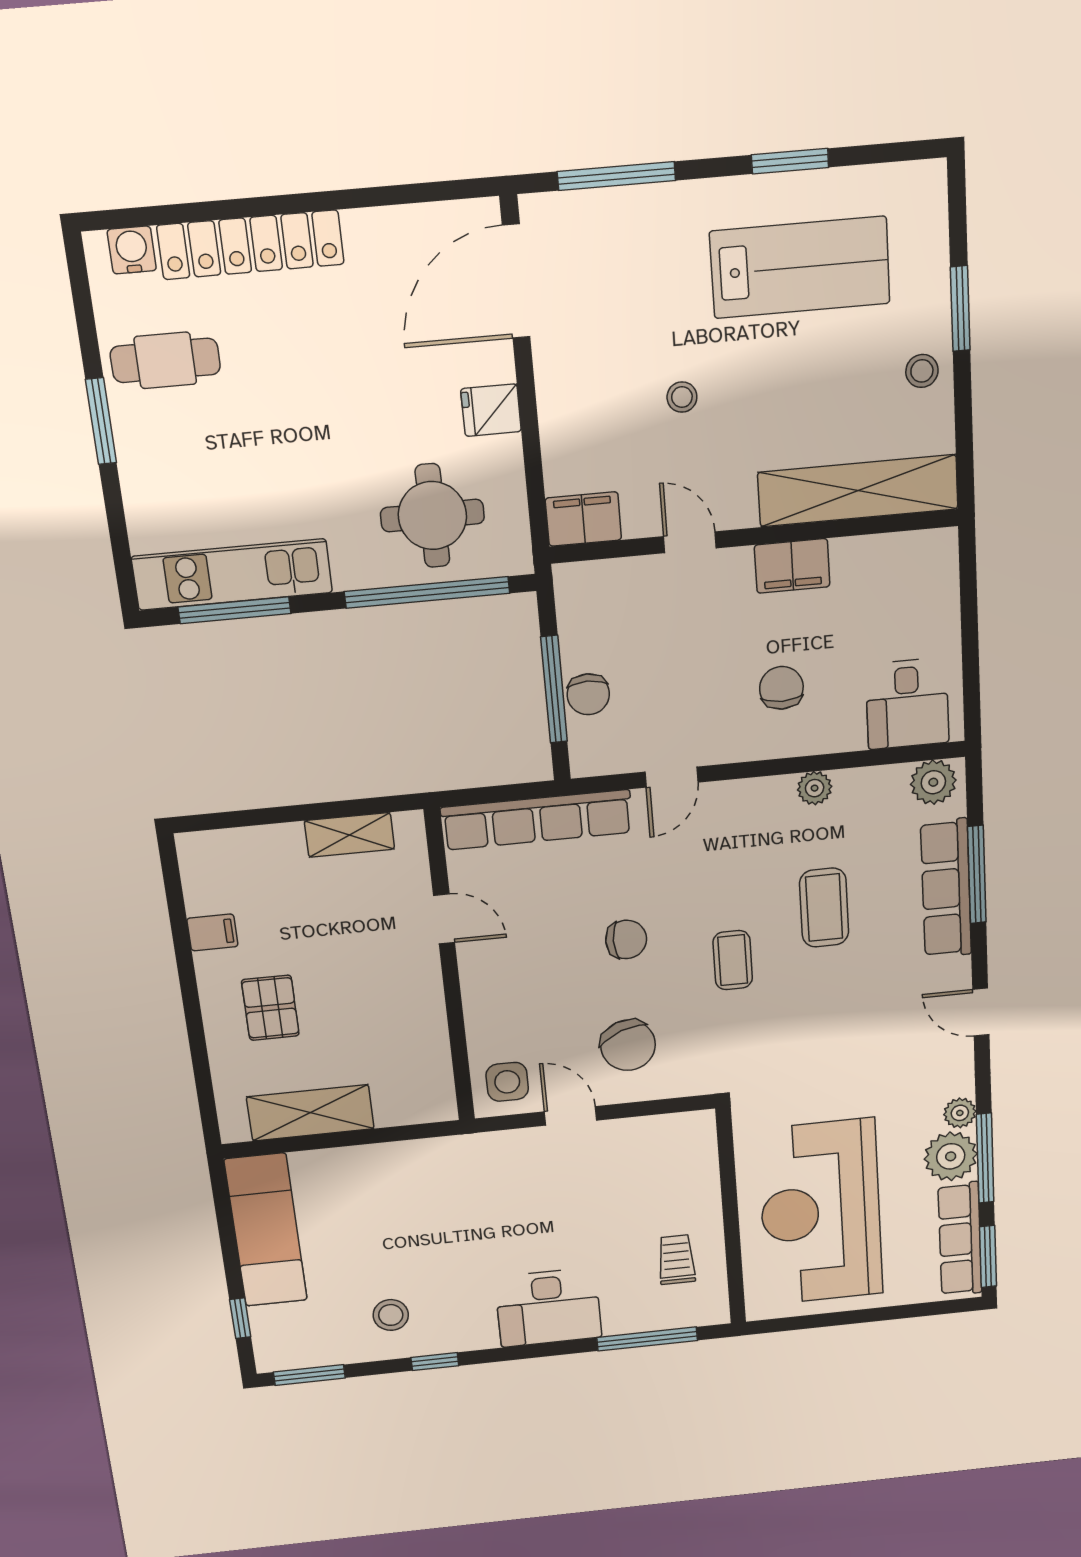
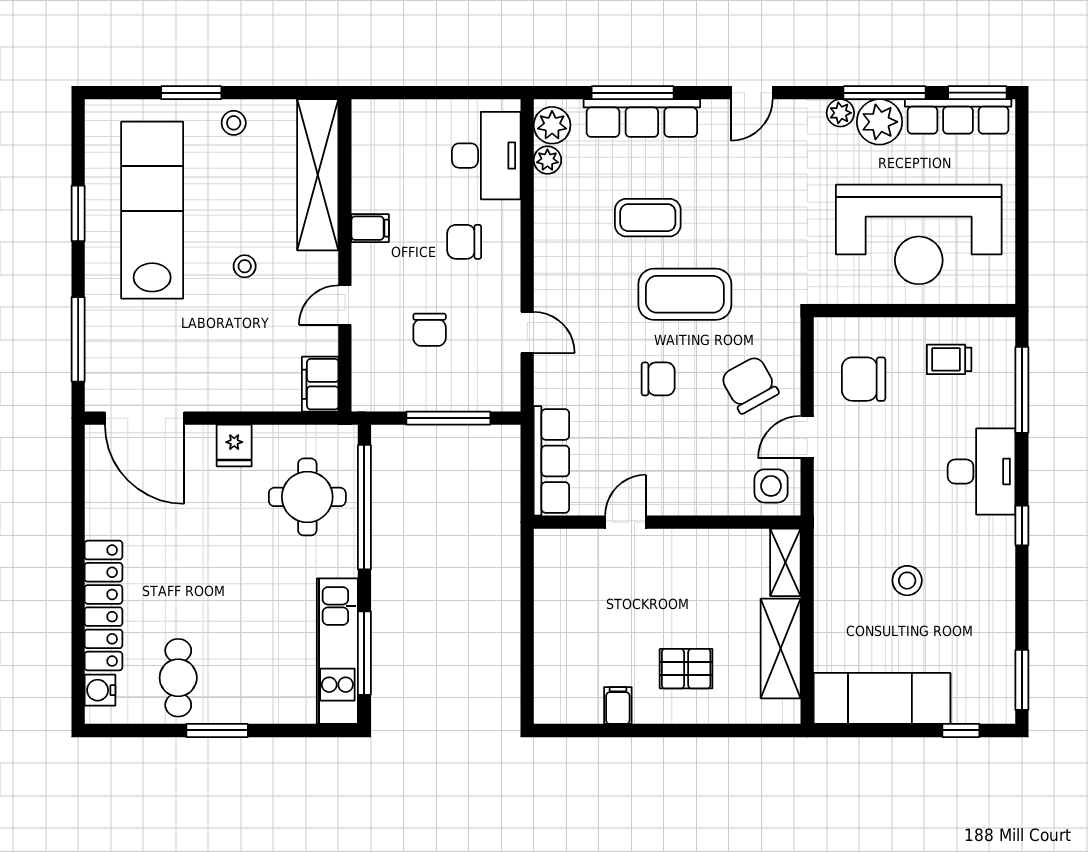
lab bench: (800, 267) -> (152, 210), width x1.36
stool: (682, 397) -> (245, 266), moved
filing cabinet: (792, 566) -> (370, 228), width x0.50
chair: (588, 694) -> (430, 330), moved, turned 90
desk: (907, 704) -> (486, 156), width x1.37
plant: (815, 788) -> (547, 160), moved
row of seats: (537, 820) -> (551, 461), width x0.73
shelving: (349, 835) -> (785, 562), moved
chair: (626, 939) -> (658, 379), turned 90
coffee table: (733, 960) -> (685, 294), width x1.86, depth x1.72
chair: (628, 1045) -> (750, 385), turned -98
chair: (646, 1171) -> (864, 379), added
stool: (391, 1315) -> (907, 581), moved
window: (435, 1362) -> (1022, 526), moved

